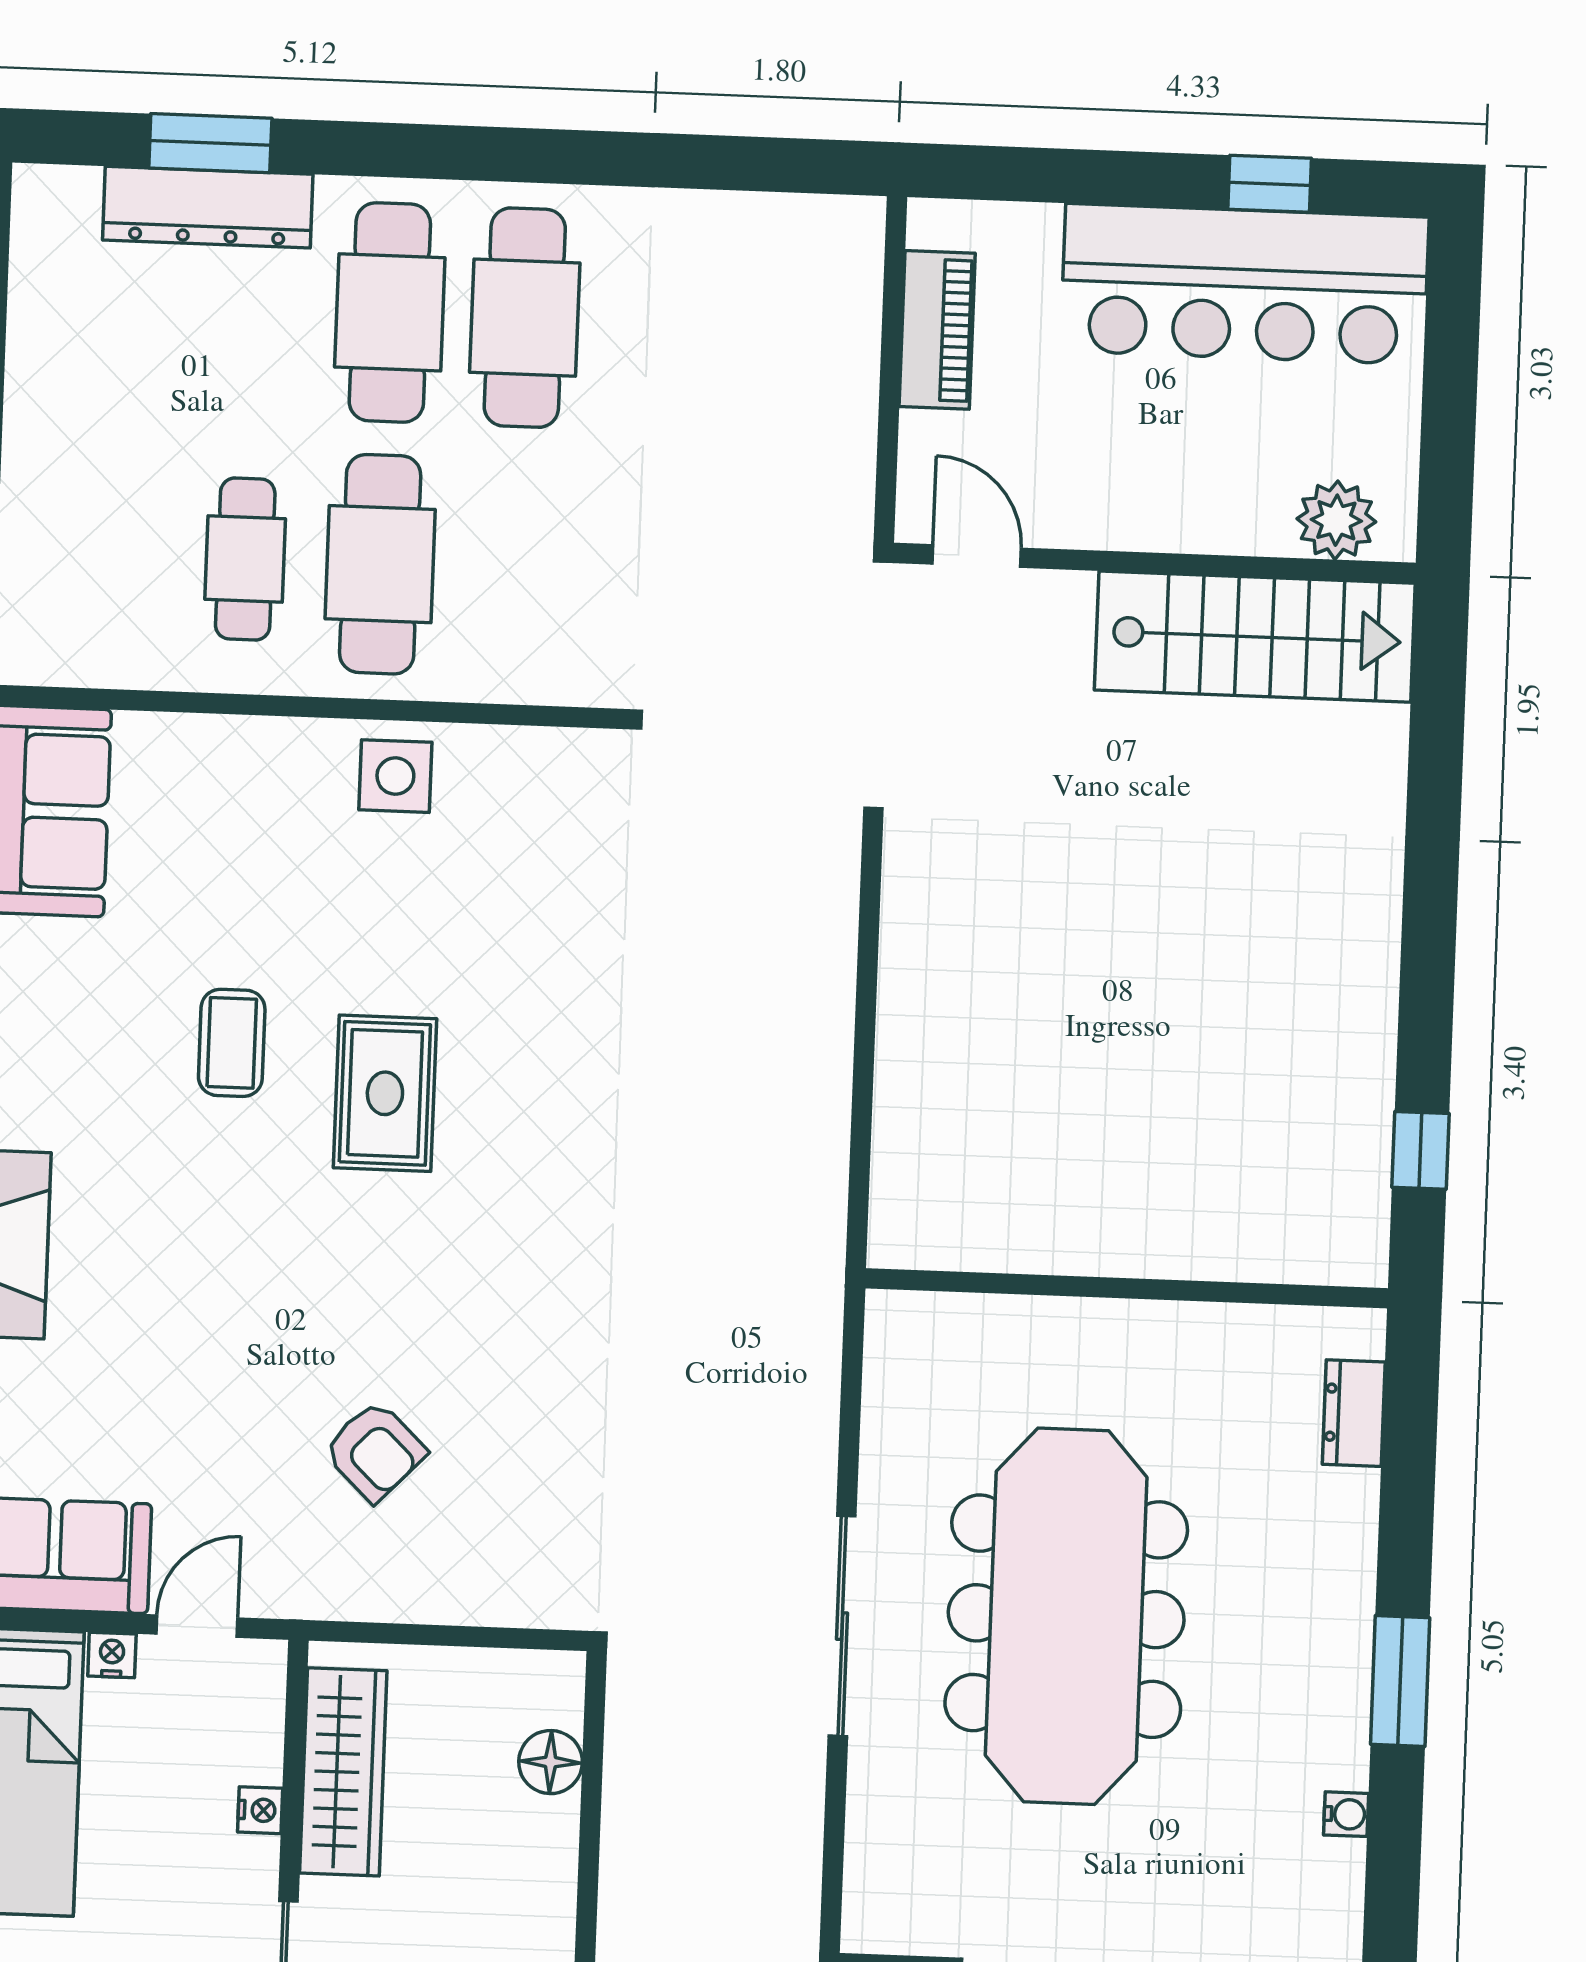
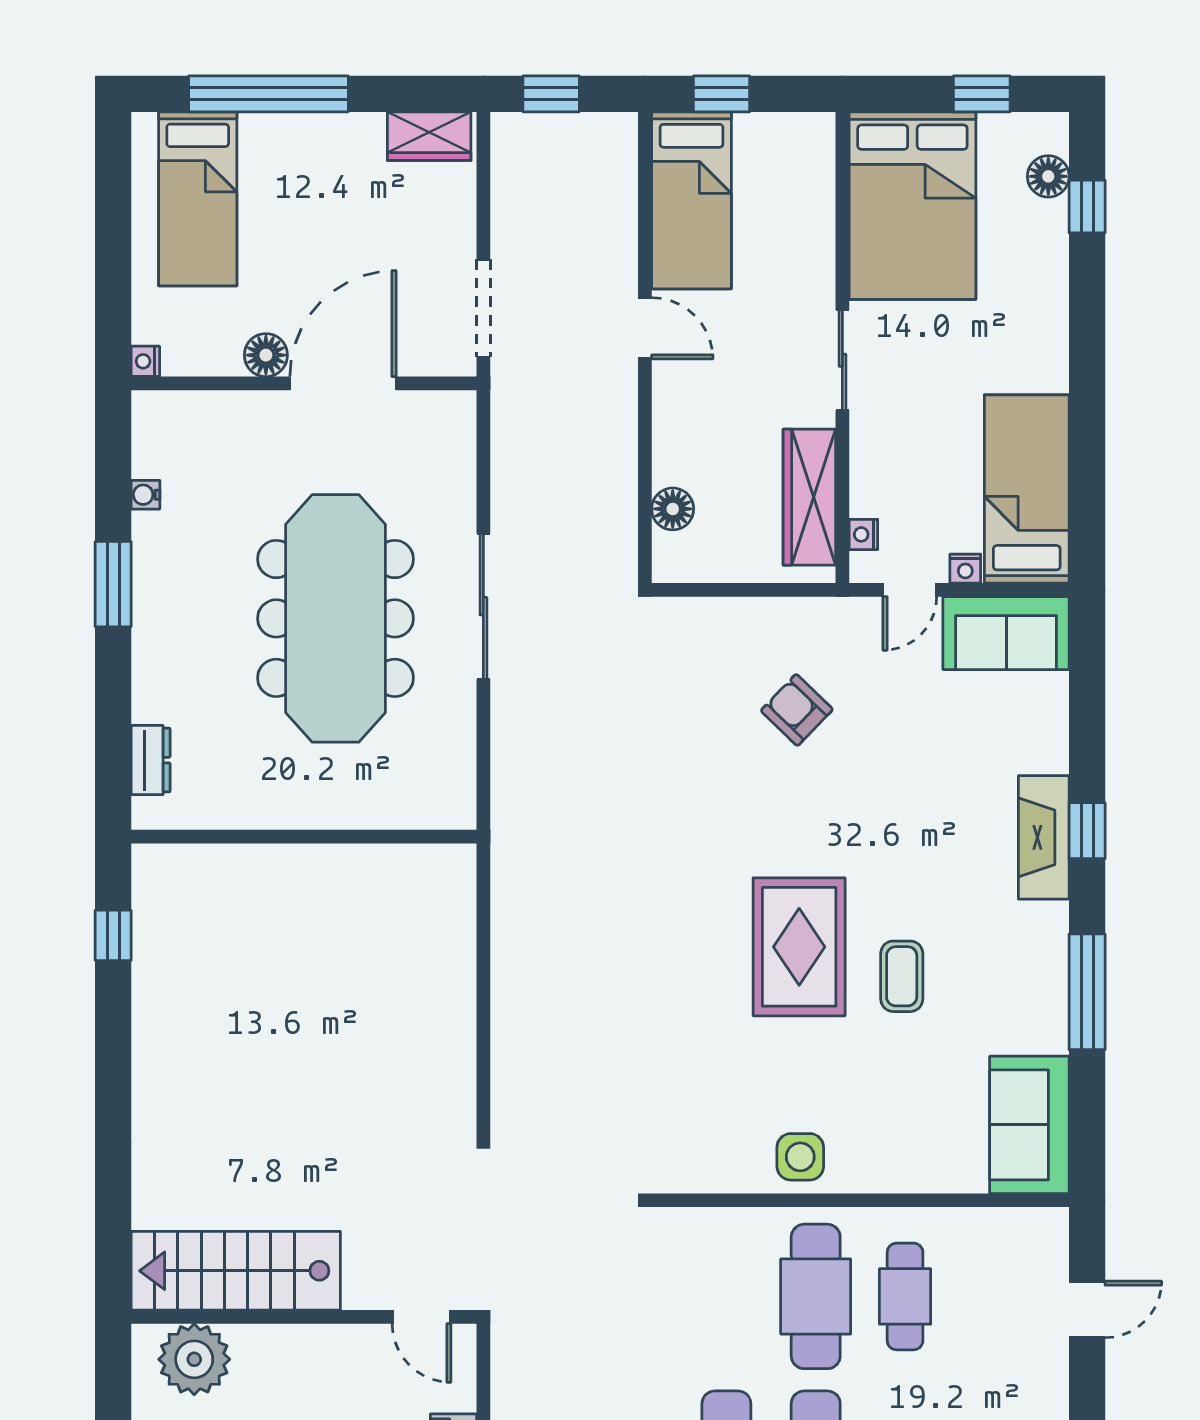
plant: (1336, 520) -> (194, 1359), width x1.36, depth x1.36
rug: (385, 1093) -> (799, 947), width x1.36, depth x1.43
nightstand: (260, 1810) -> (863, 534), moved

